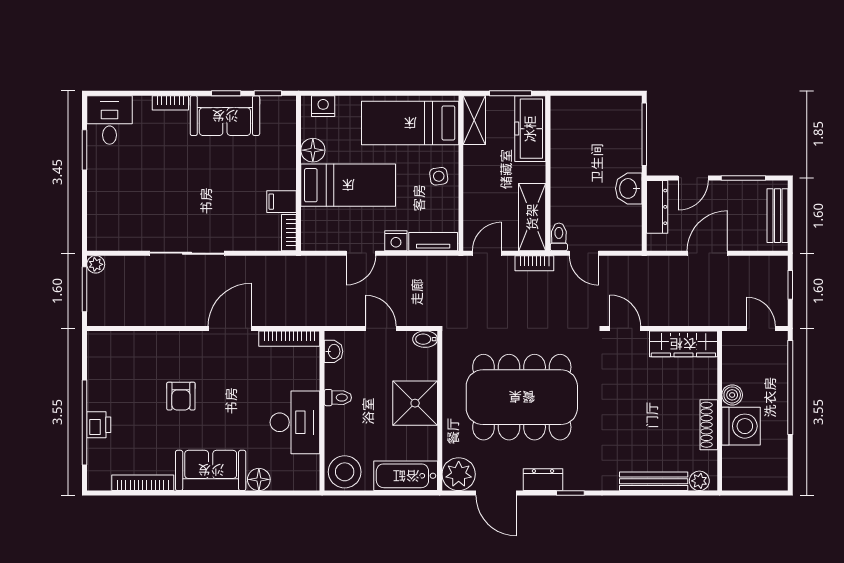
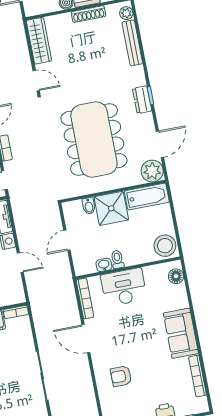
door: (625, 328) -> (36, 81), swing flipped
bidet: (425, 339) -> (89, 206), moved
washbasin: (334, 351) -> (104, 265), moved
armchair: (181, 396) -> (121, 376), moved, turned 180
desk: (295, 422) -> (124, 287), moved
bathtub: (406, 476) -> (147, 197), moved, turned -90
floor lamp: (259, 479) -> (176, 276), moved
dresser: (543, 480) -> (142, 100), moved

